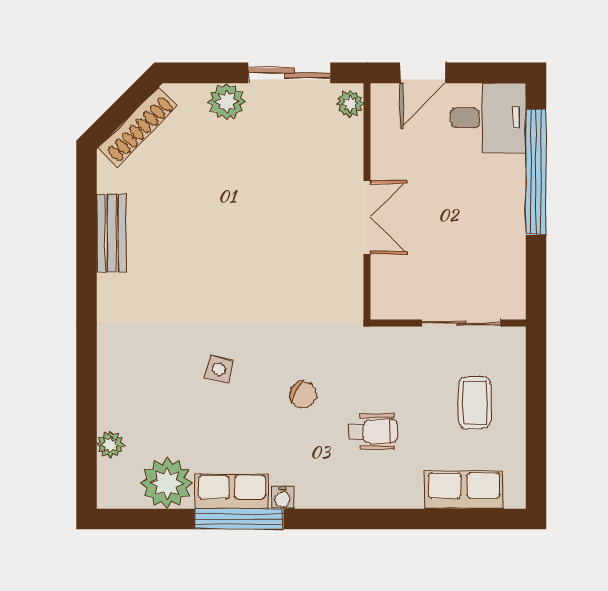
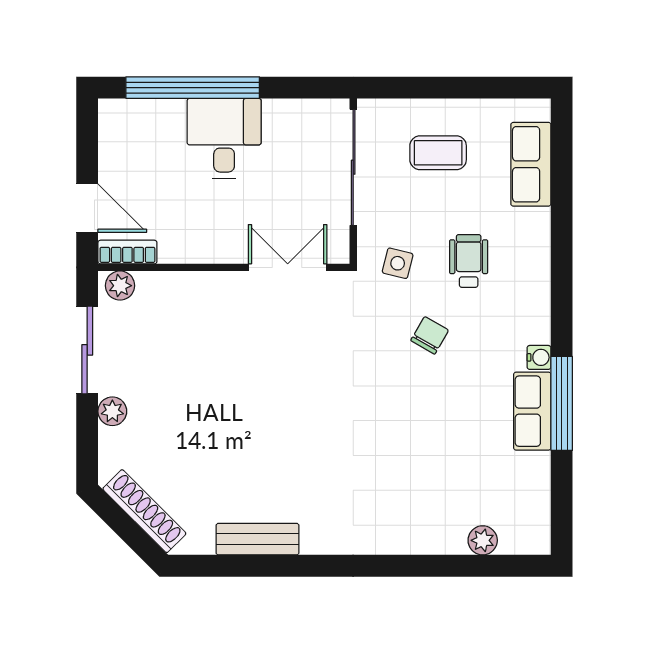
plant: (227, 102) -> (112, 411), width x0.73, depth x0.73
bookcase: (381, 111) -> (127, 252), added
desk: (488, 118) -> (224, 138), moved
double door: (367, 217) -> (288, 267), moved
sliding door: (461, 323) -> (353, 167), width x1.37
side table: (219, 369) -> (398, 263), moved
plant: (167, 483) -> (524, 480), removed

